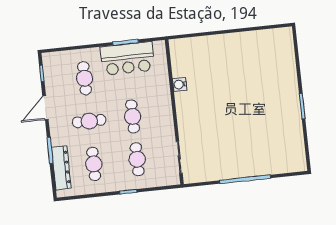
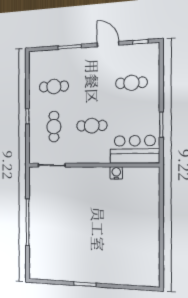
bar counter: (127, 58) -> (135, 149), moved, turned 90
cafe table: (89, 121) -> (92, 85), removed
cafe table: (137, 159) -> (54, 127), turned 90
dresser: (61, 168) -> (54, 57), removed

